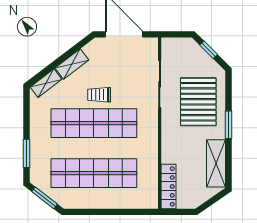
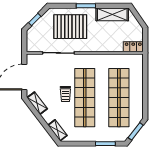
shelving: (72, 64) -> (37, 103), moved
locker: (169, 186) -> (133, 47), width x0.66

